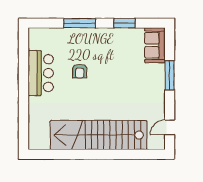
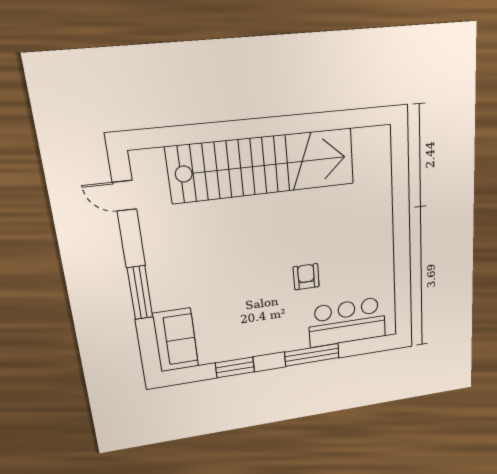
bar counter: (41, 73) -> (347, 322), moved, turned 90
door: (170, 127) -> (124, 196), swing flipped

